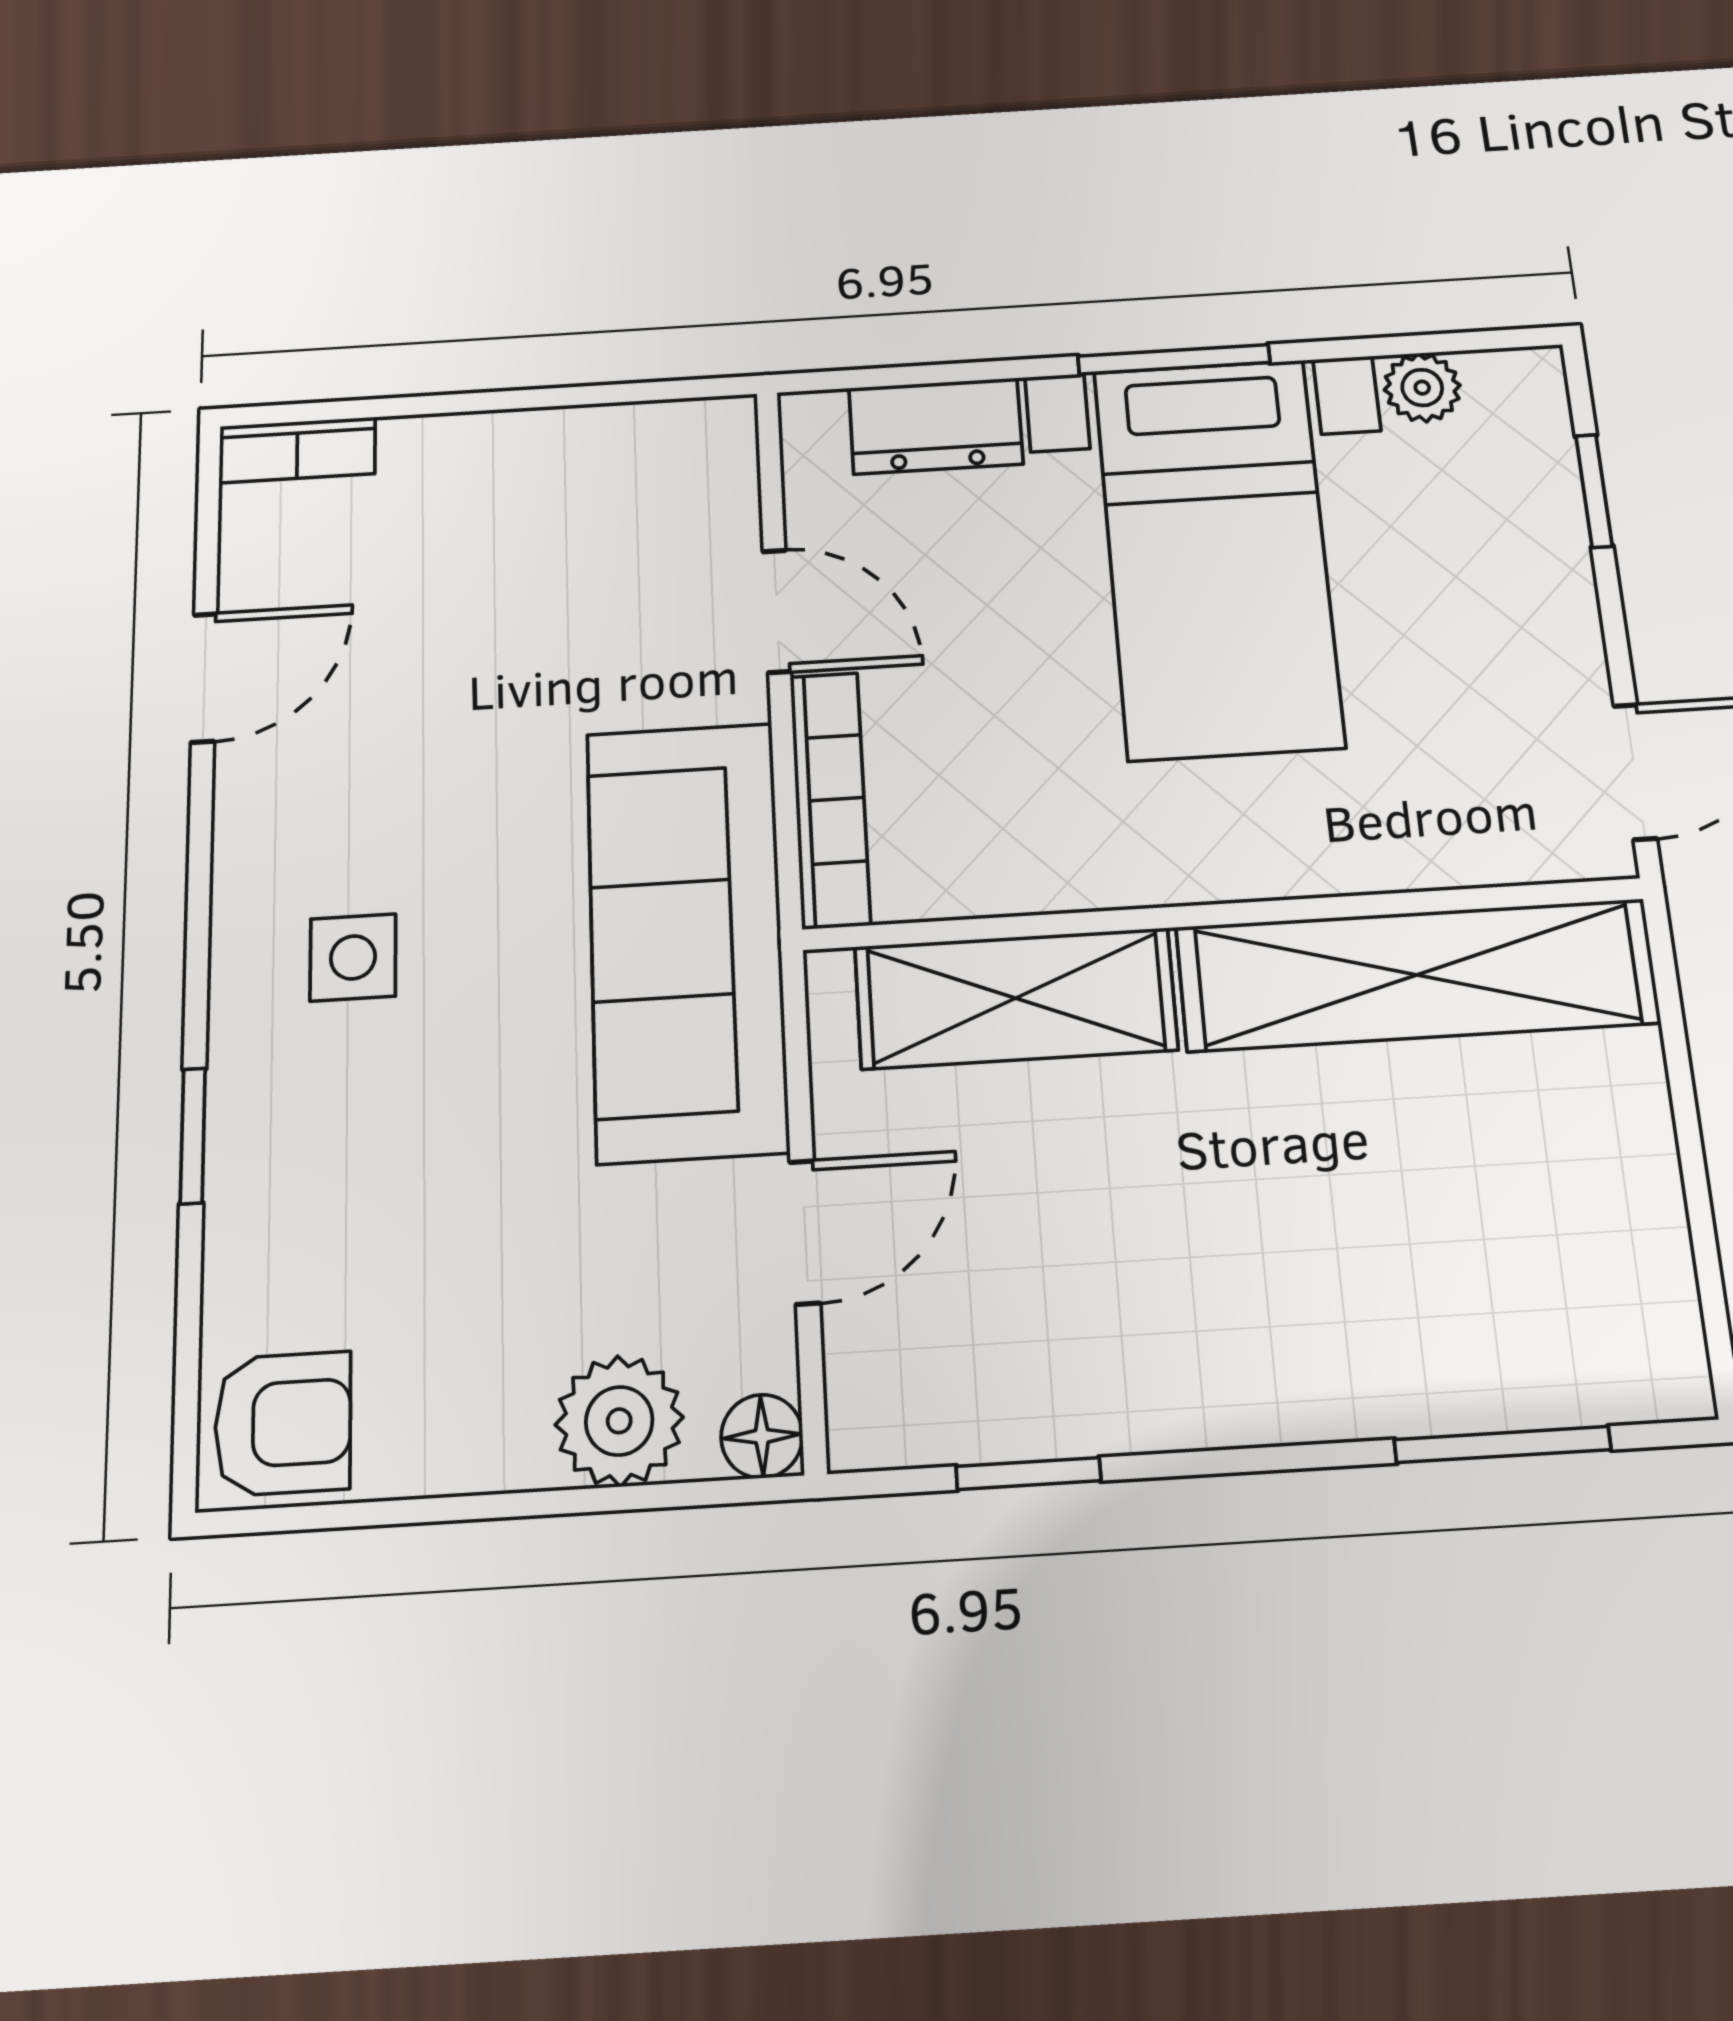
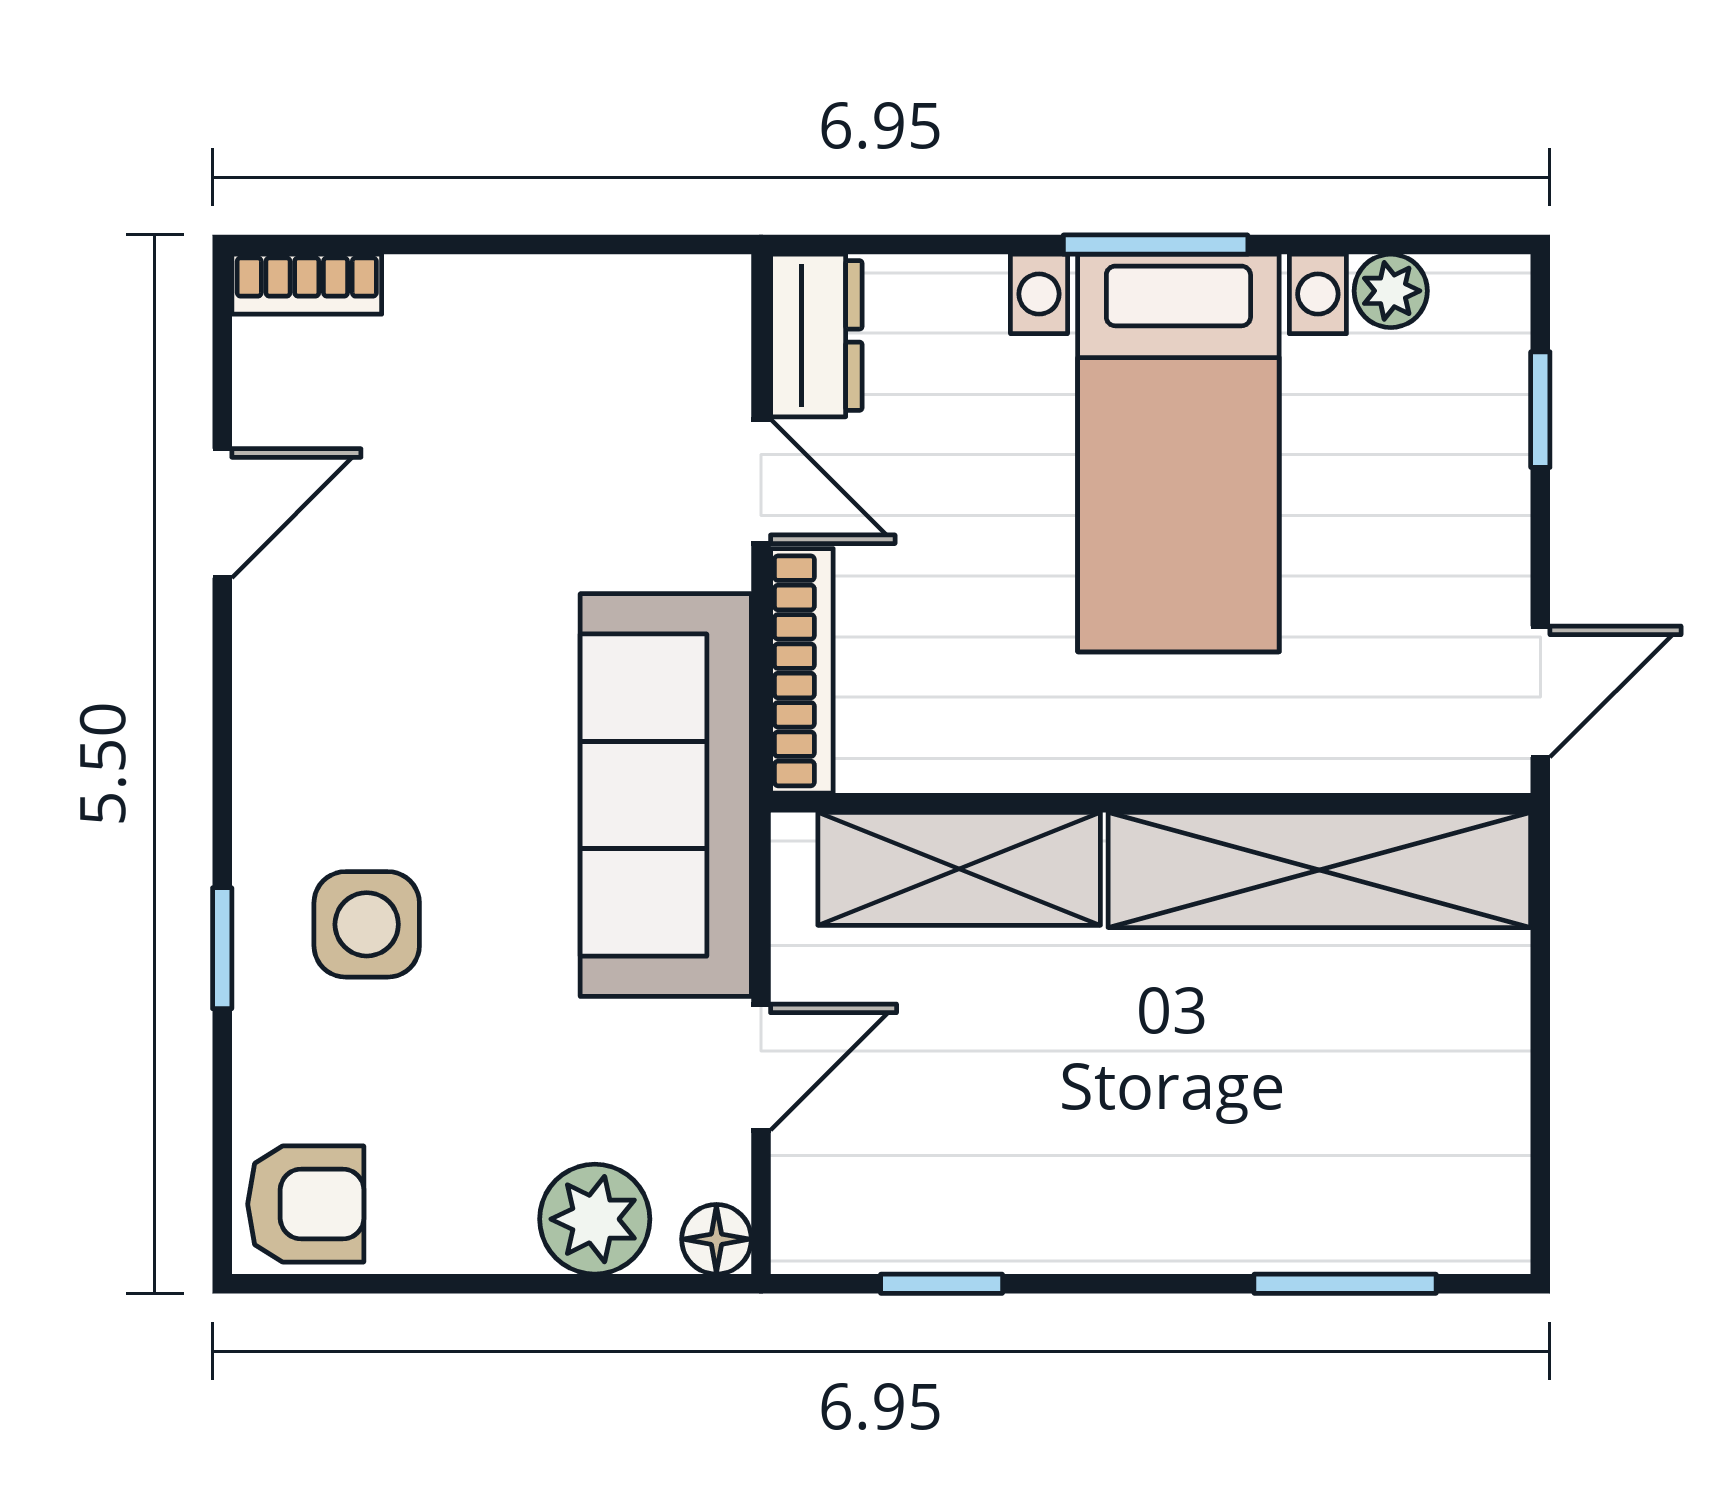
dresser: (936, 426) -> (816, 336), moved, turned -90
side table: (353, 957) -> (367, 924), moved, width x1.37, depth x1.37

